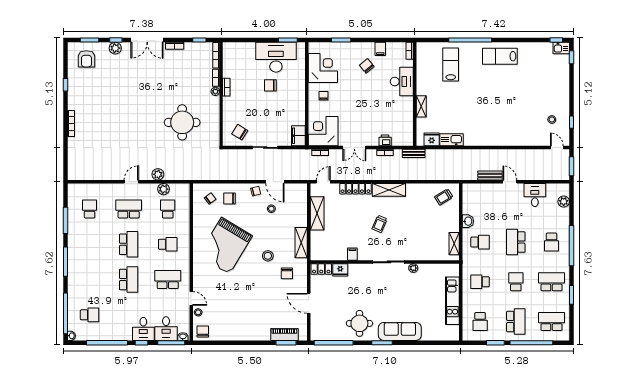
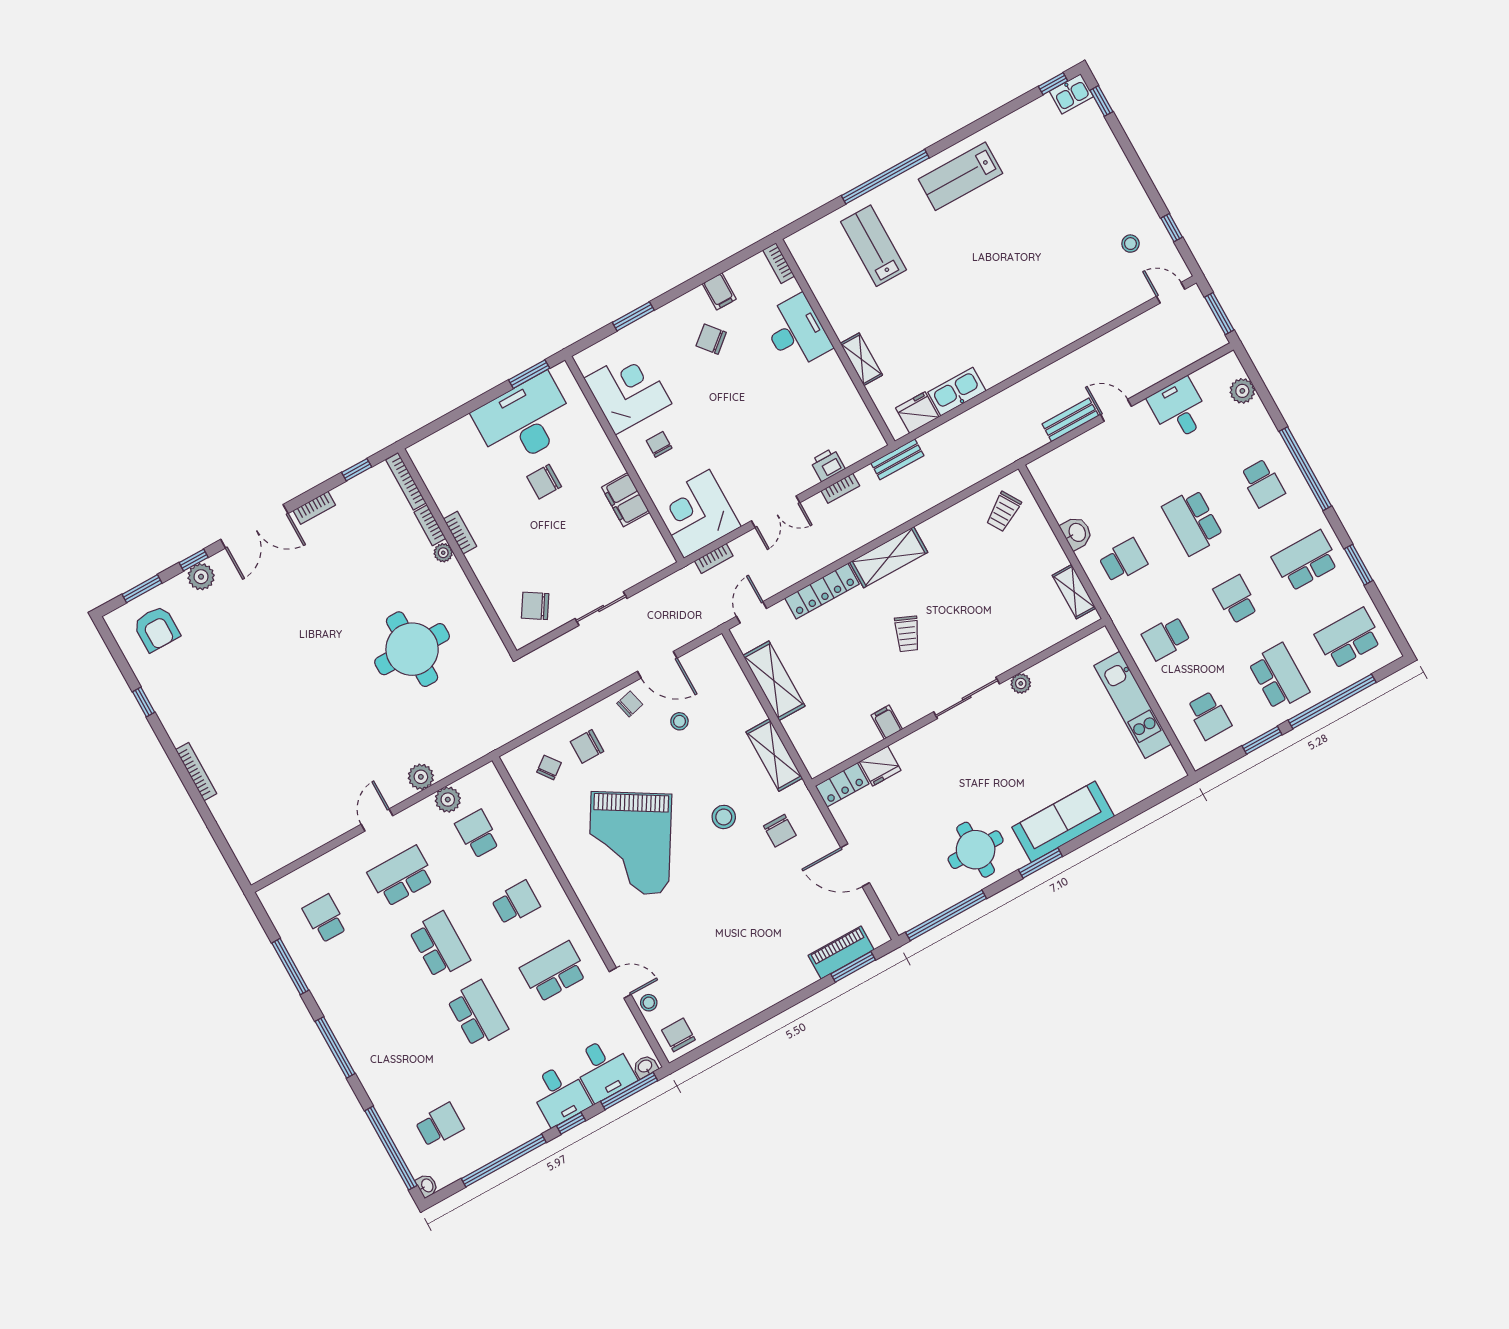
filing cabinet: (298, 136) -> (626, 500), moved

